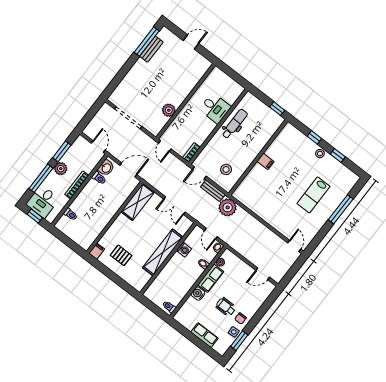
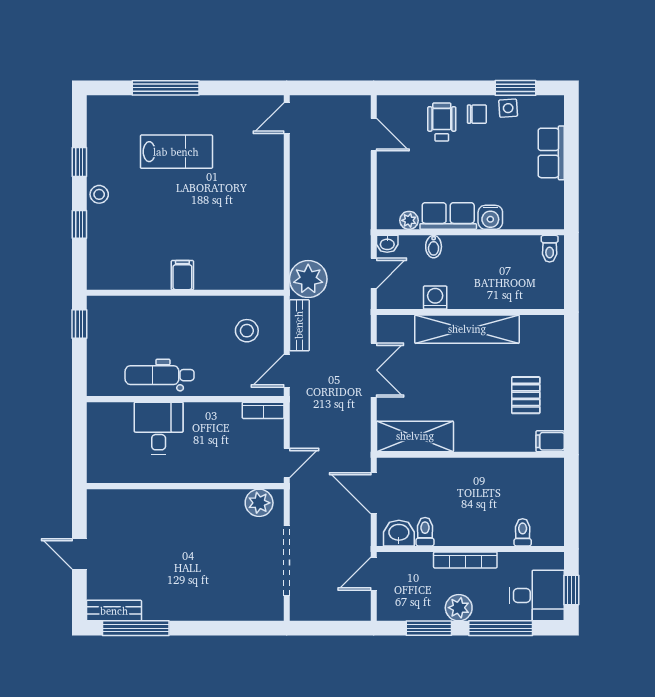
bench: (151, 49) -> (114, 611), moved
plant: (169, 110) -> (259, 503), moved
door: (199, 173) -> (287, 371), swing flipped
wheelchair: (226, 307) -> (442, 122), moved, turned 180

